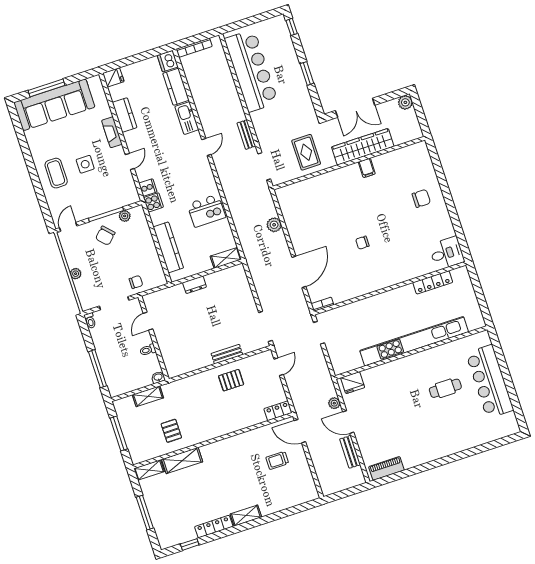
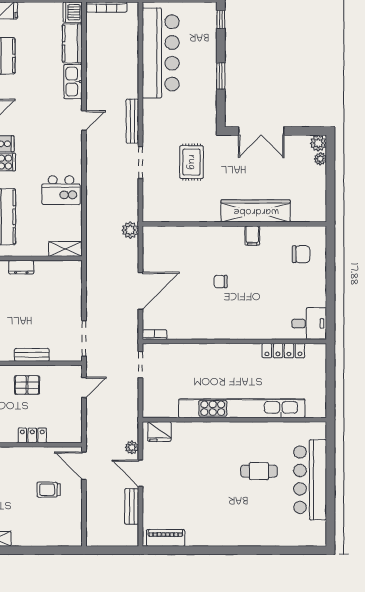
plant: (411, 115) -> (320, 159), added
bench: (246, 135) -> (132, 121), width x1.36
wardrobe: (363, 147) -> (256, 211), moved
wall: (349, 163) -> (234, 224), moved
filing cabinet: (367, 168) -> (252, 236), moved
locker: (278, 411) -> (32, 435), moved

